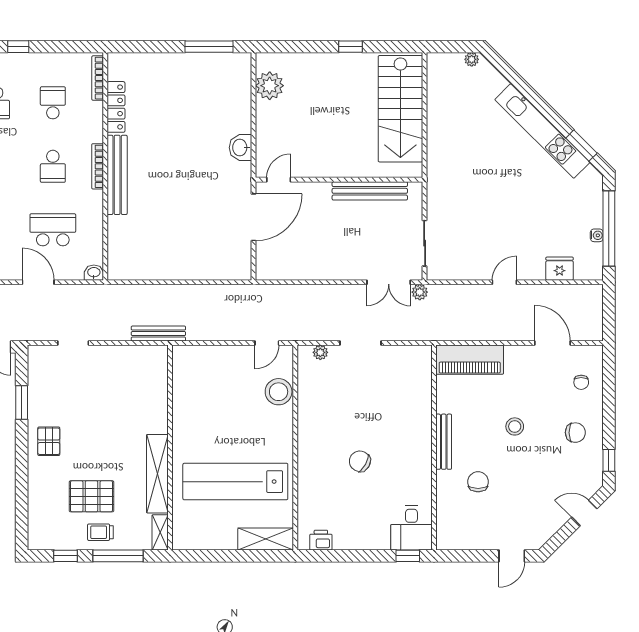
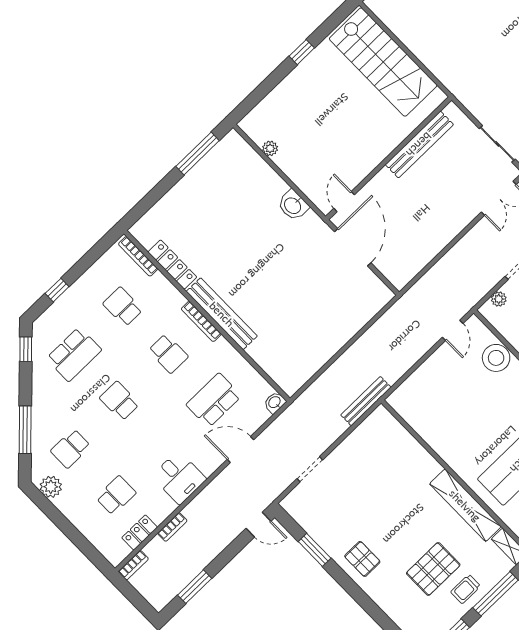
plant: (270, 86) -> (270, 148), width x0.53, depth x0.53

